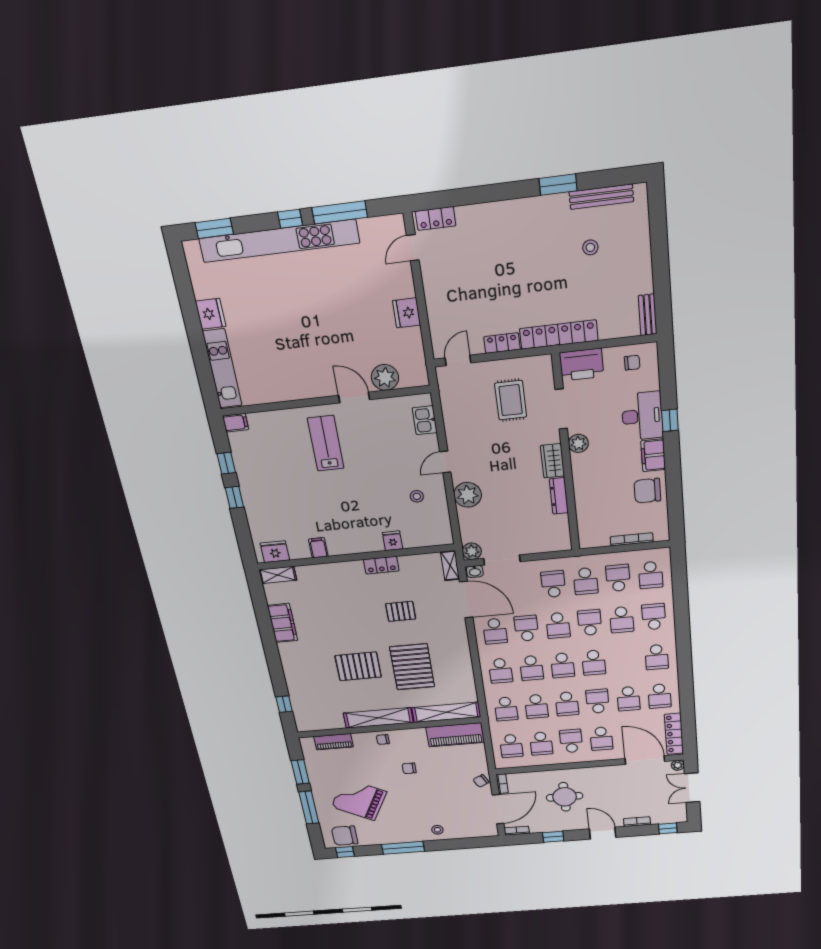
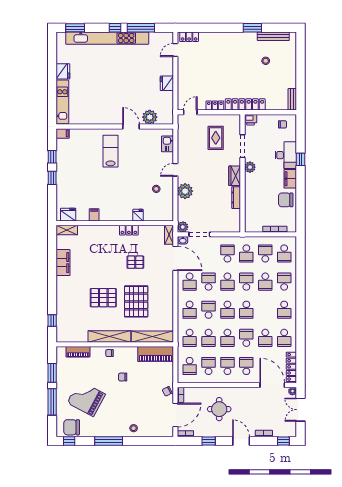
printer: (582, 365) -> (251, 120), width x0.53, depth x0.68
school desk: (531, 668) -> (209, 310), turned 180
school desk: (601, 739) -> (246, 366), turned 180
school desk: (541, 743) -> (209, 366), turned 180

